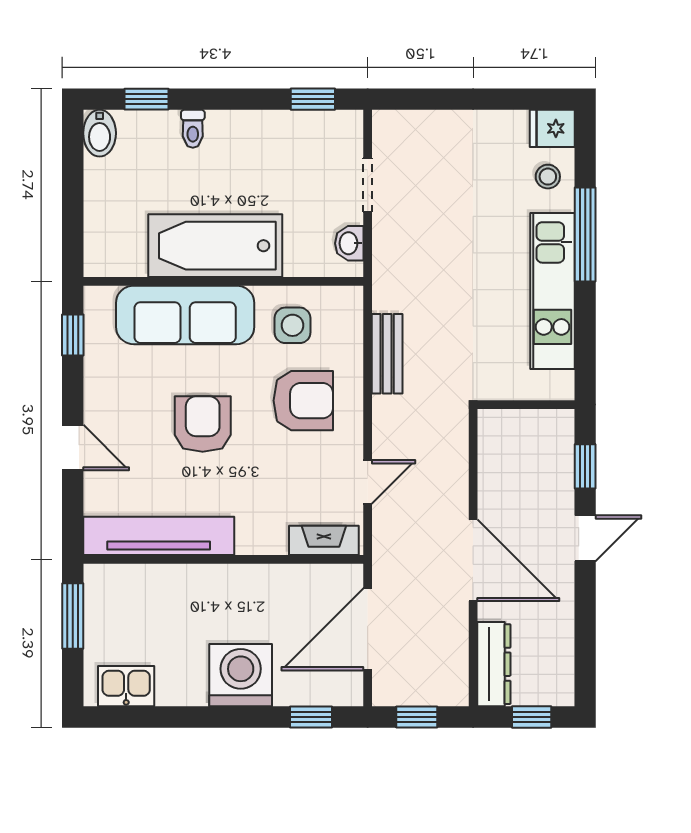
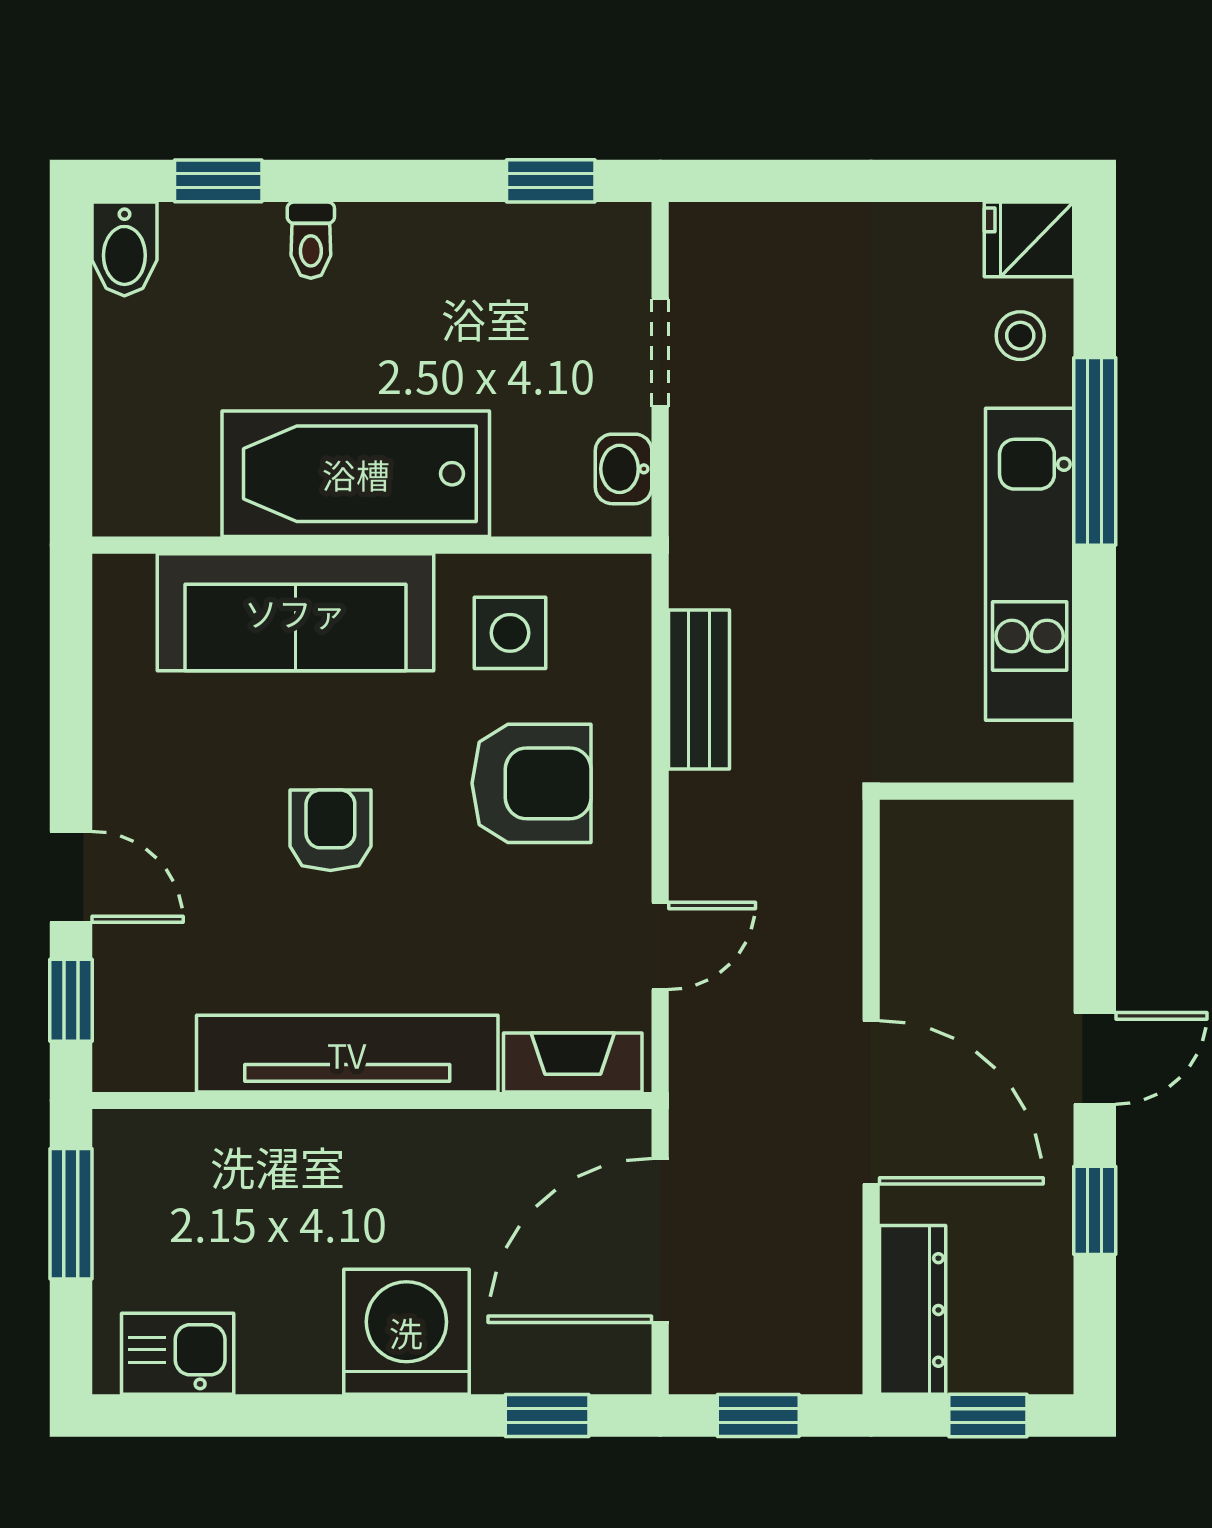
window: (73, 335) -> (71, 1000), moved
armchair: (203, 424) -> (330, 830), width x0.72, depth x0.72
window: (585, 466) -> (1095, 1210), moved
tv unit: (159, 536) -> (347, 1054), moved

